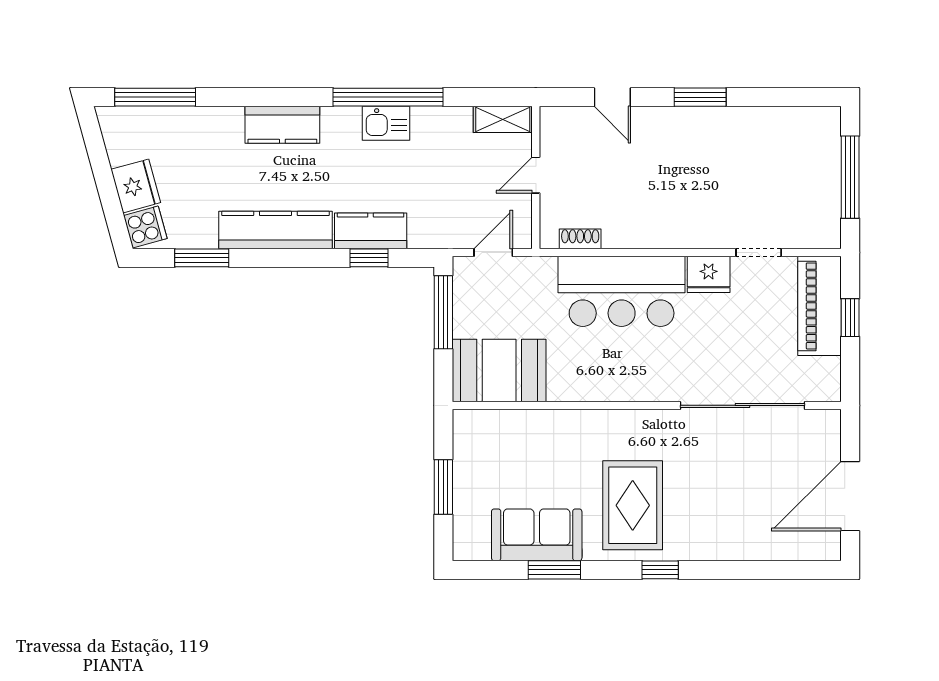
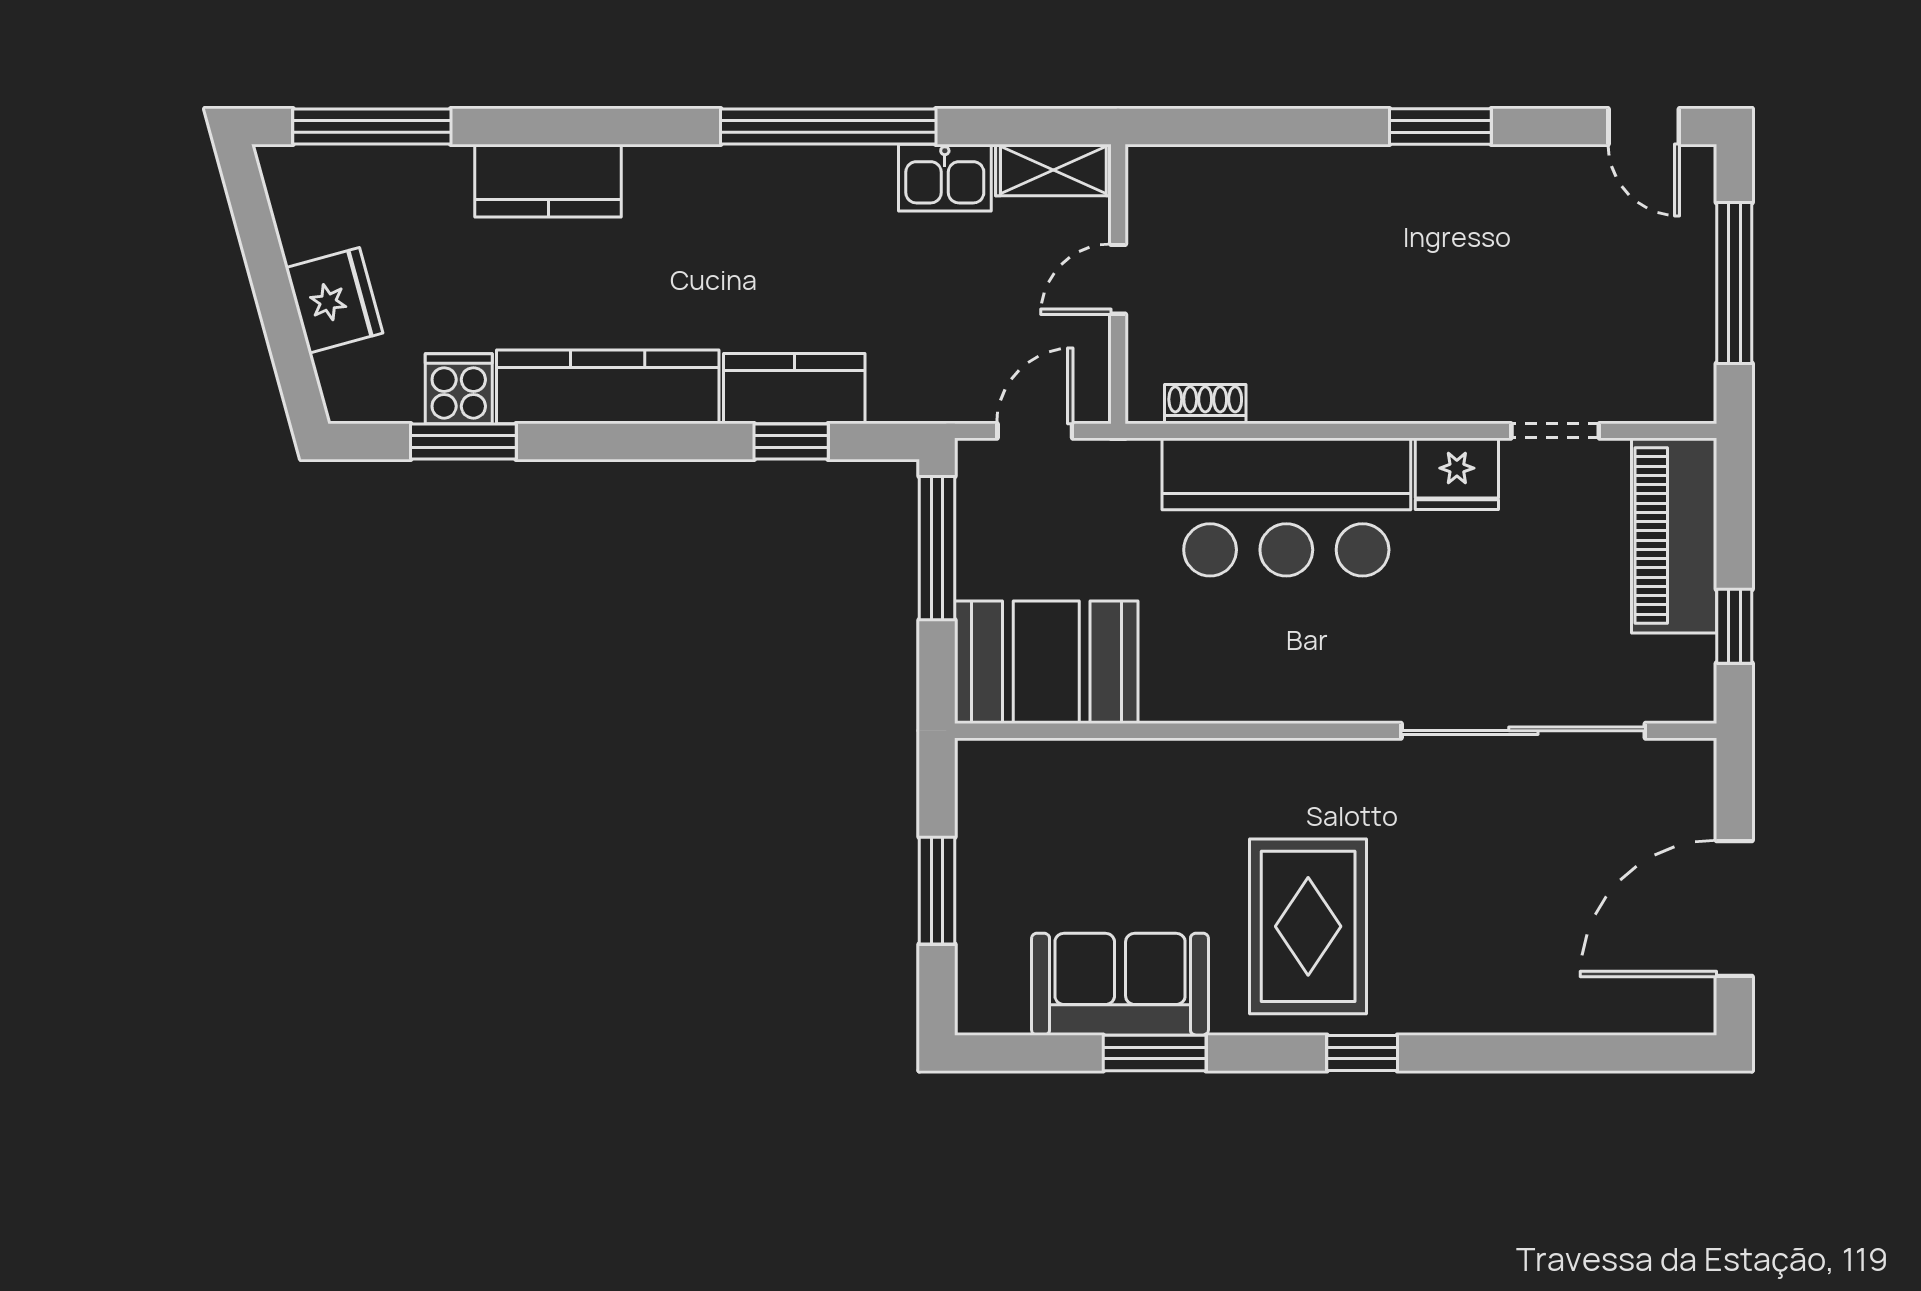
door: (612, 97) -> (1644, 126), moved
kitchen sink: (386, 123) -> (945, 178), moved
kitchen counter: (282, 125) -> (548, 181), moved
cooker: (145, 227) -> (459, 389), moved, turned -75
window: (850, 318) -> (1734, 626), moved

